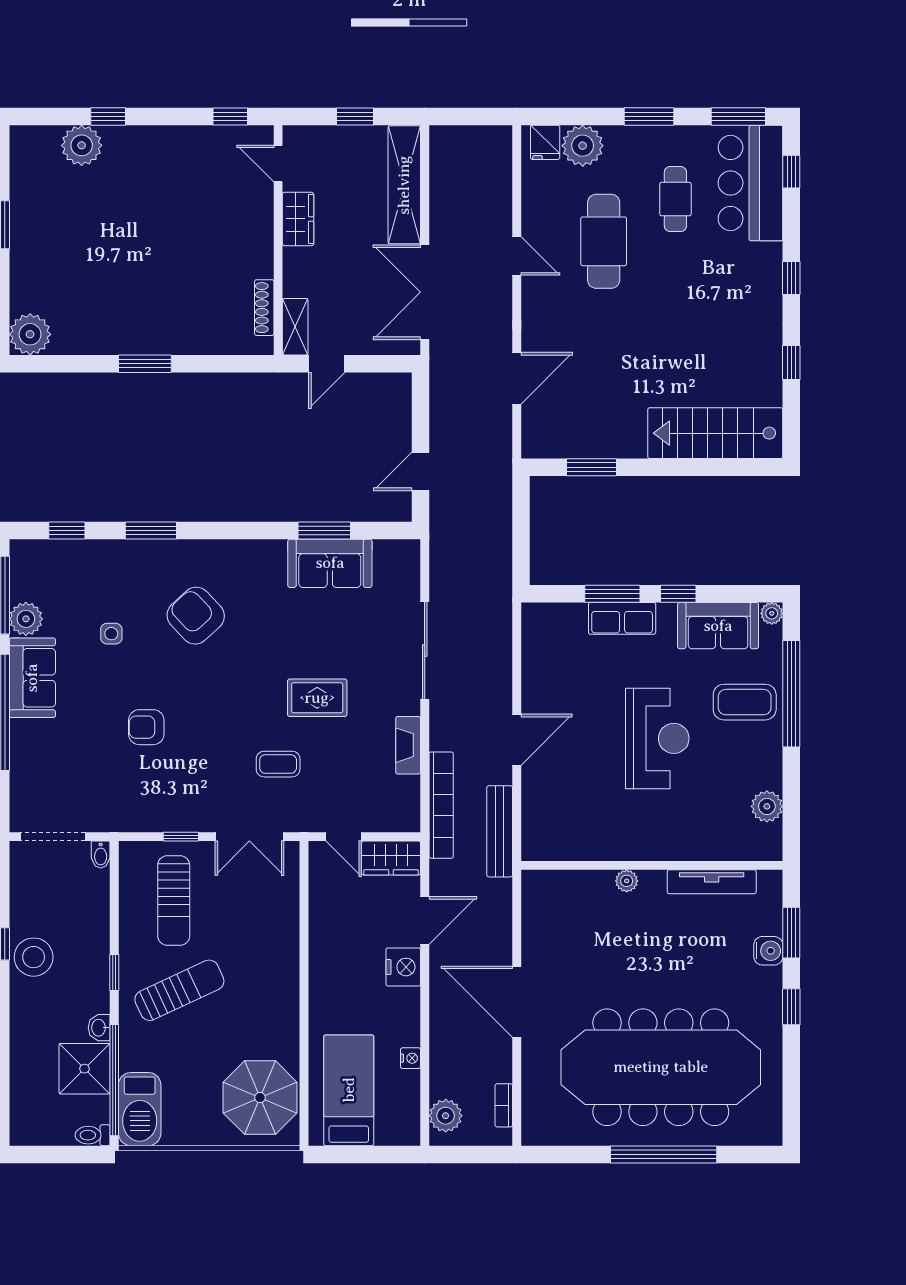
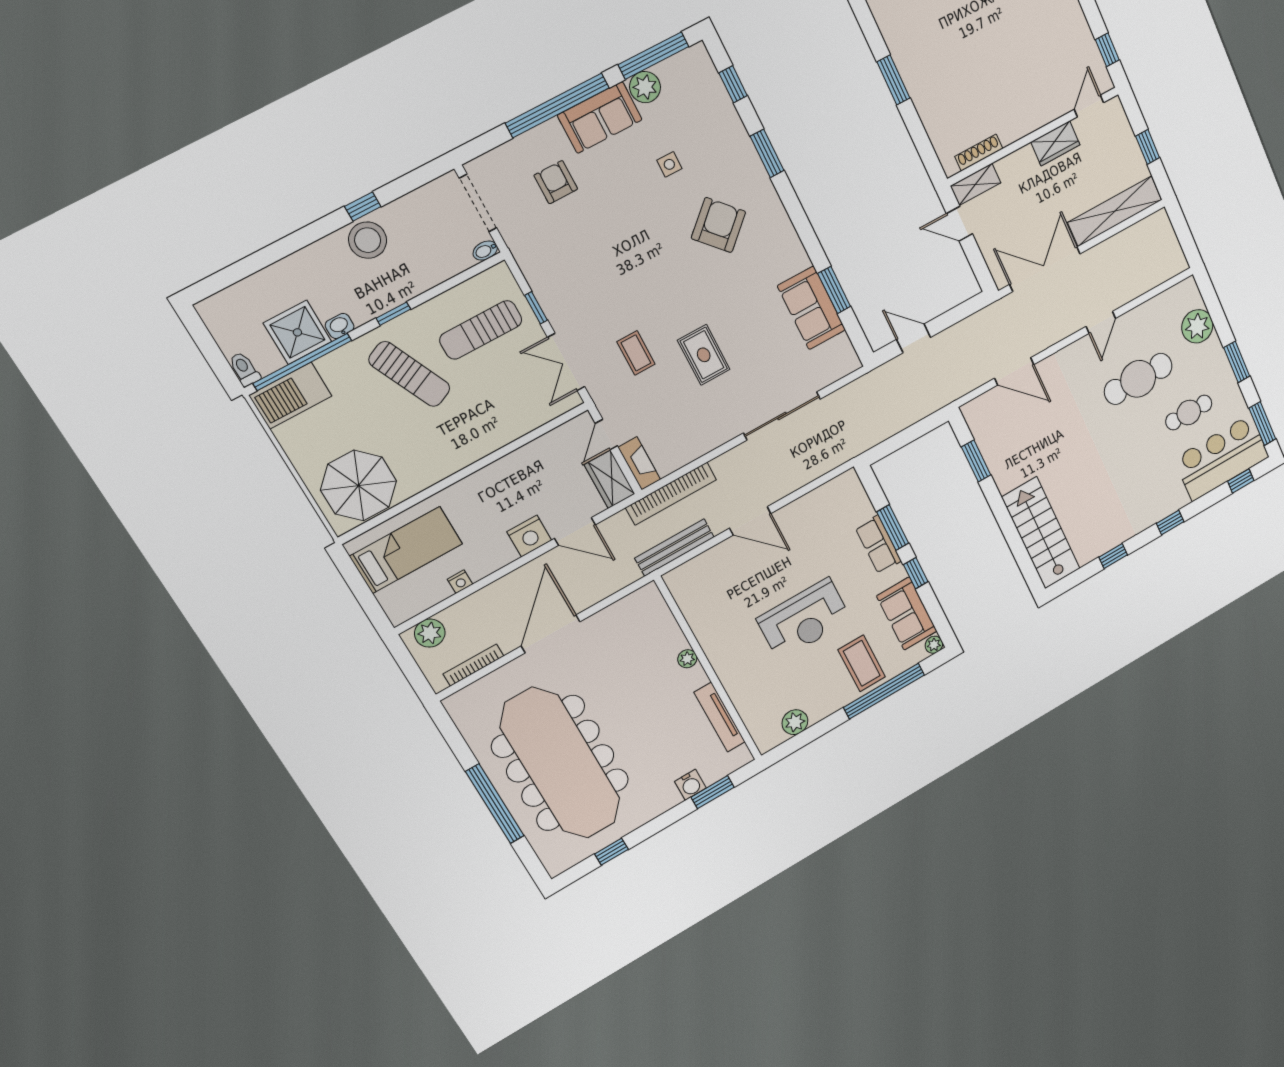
fridge: (545, 142) -> (1188, 298), removed
armchair: (146, 727) -> (556, 182), moved
fireplace: (408, 745) -> (639, 463), moved, turned 90
window: (791, 1007) -> (611, 852), moved
bookcase: (504, 1105) -> (474, 665), width x1.56

